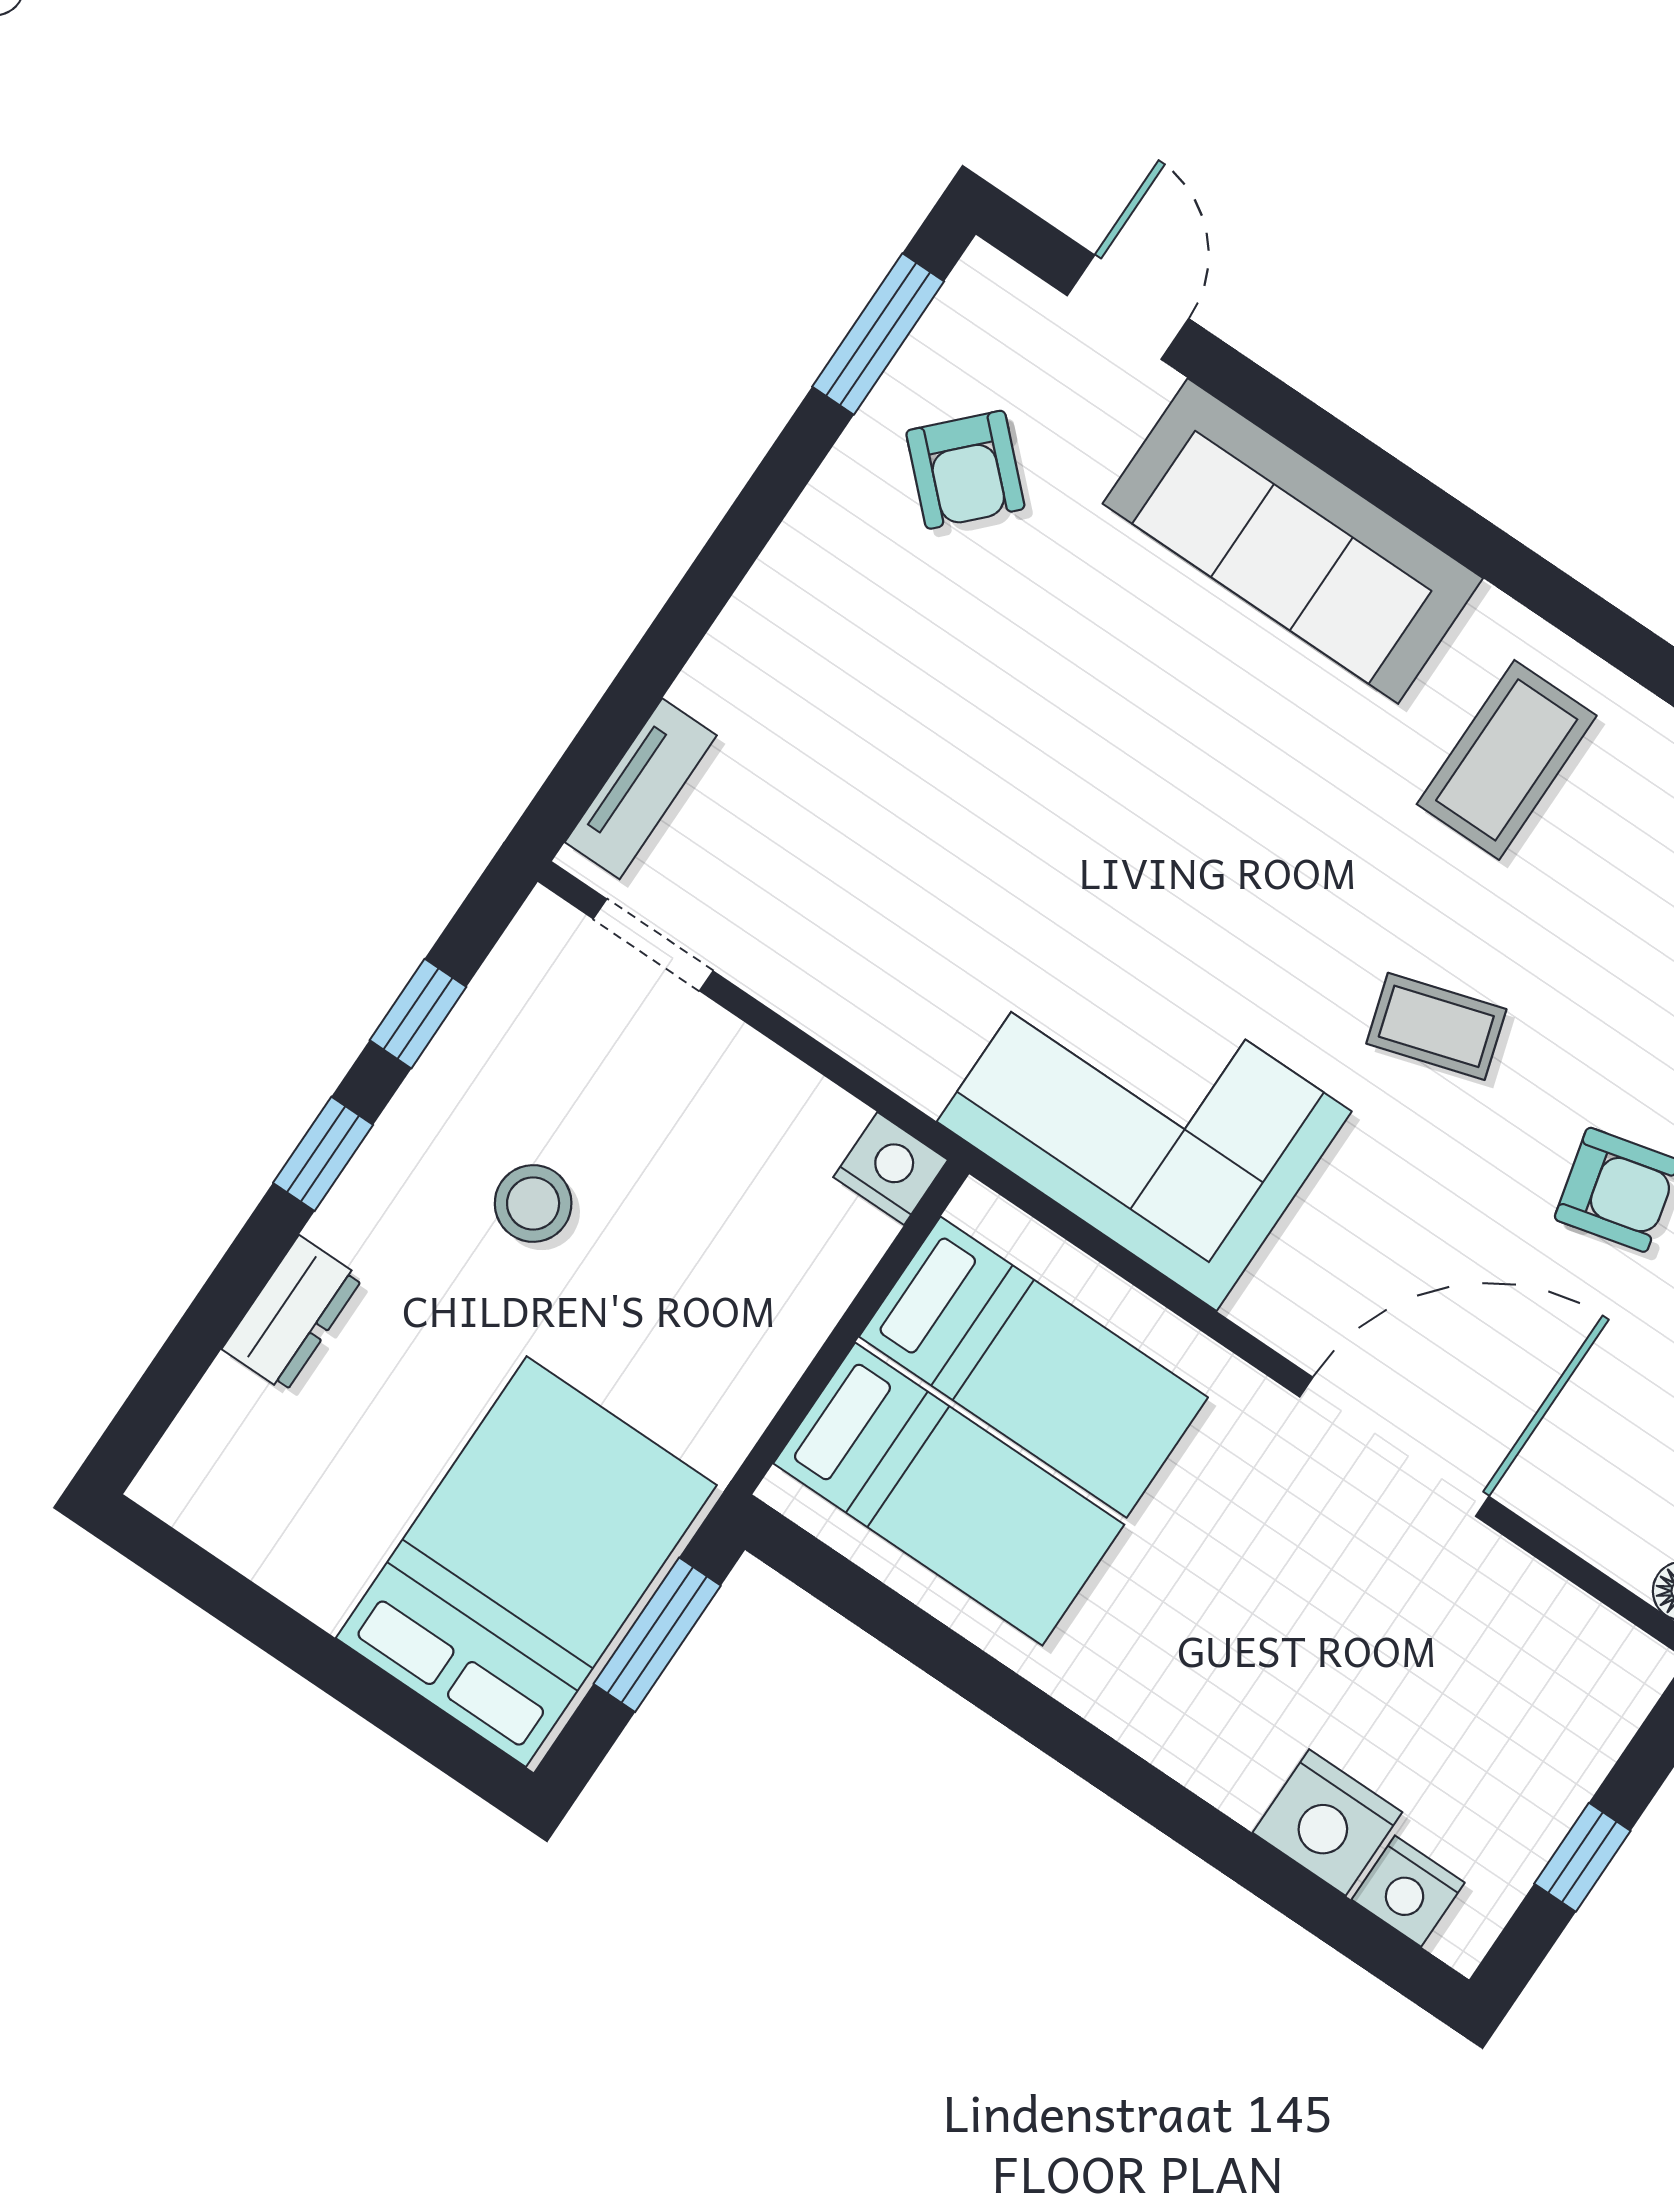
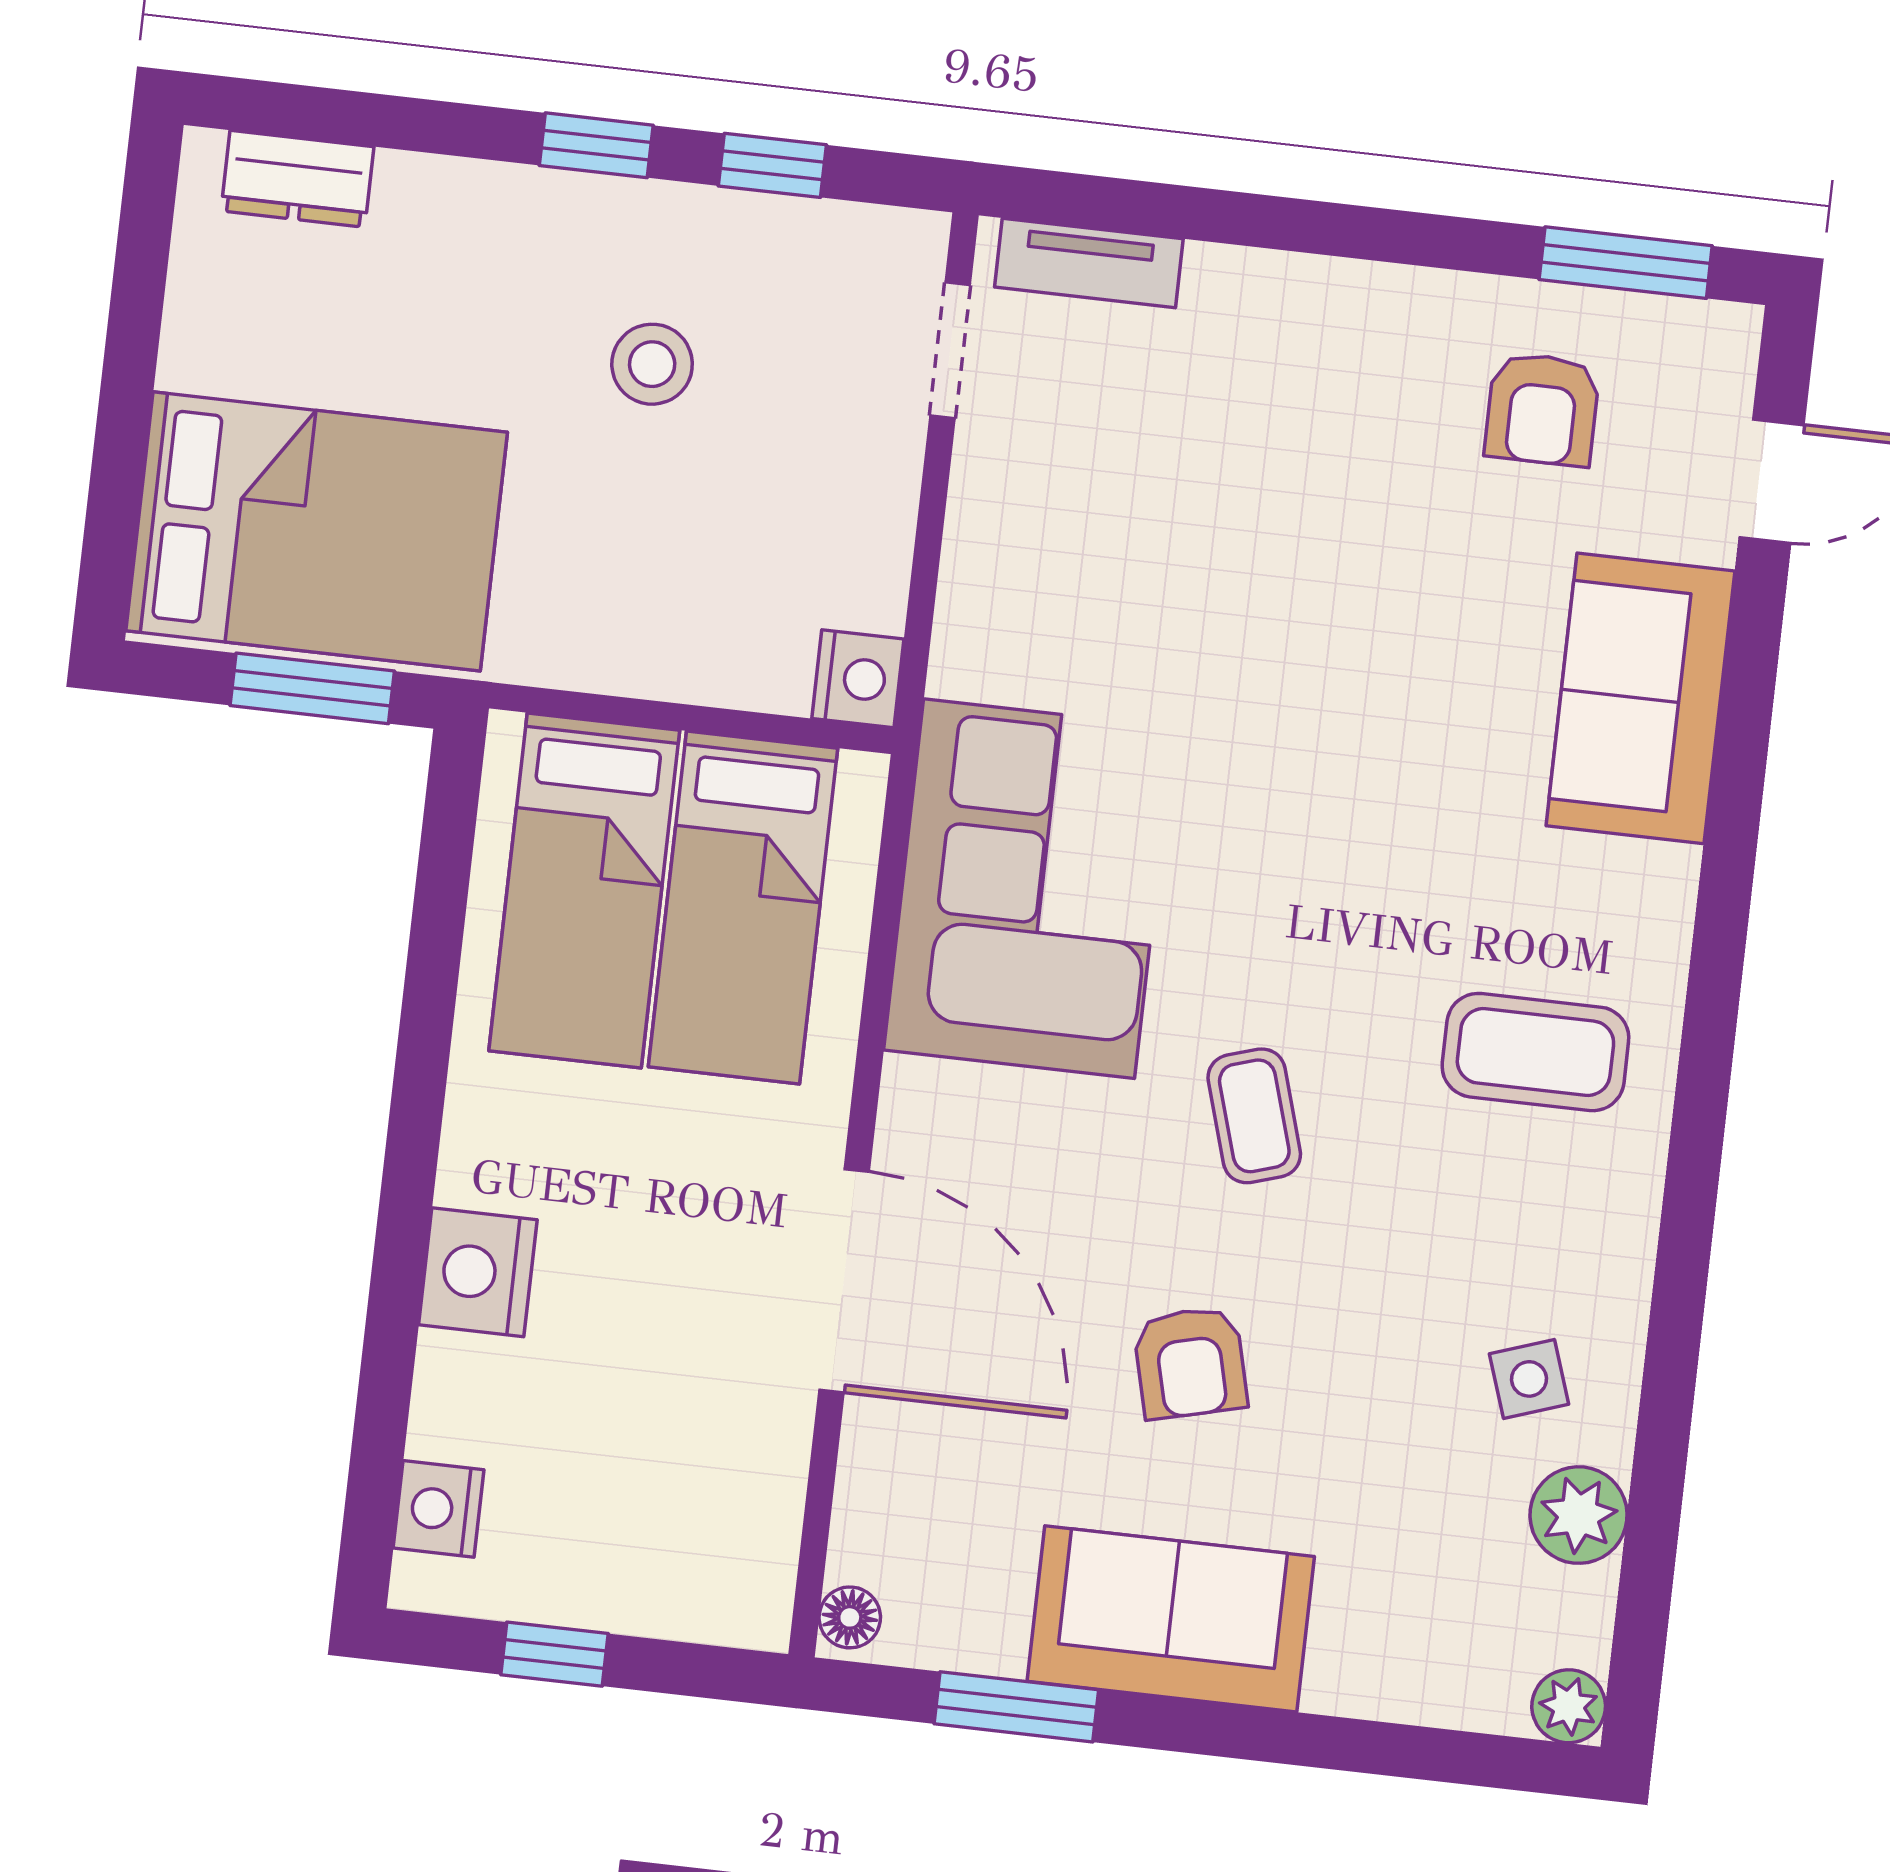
armchair: (965, 470) -> (1542, 409), turned -44
sofa: (1293, 541) -> (1640, 698), width x0.73
dresser: (292, 1314) -> (297, 179), moved
nightstand: (1327, 1822) -> (478, 1272), moved

